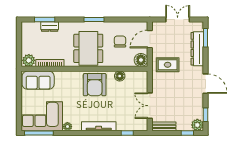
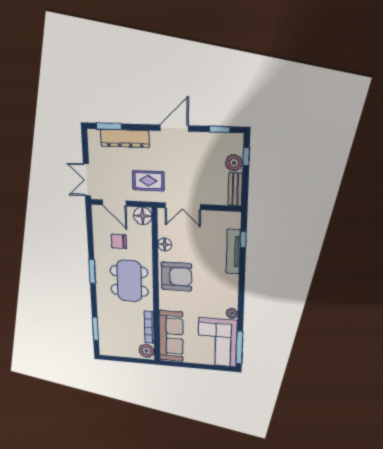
double door: (178, 20) -> (87, 180), moved
dresser: (50, 27) -> (104, 324), removed
dining table: (88, 48) -> (129, 281), turned 90
rug: (168, 65) -> (148, 181), turned 90
sofa: (38, 80) -> (171, 336), width x1.36
double door: (150, 106) -> (183, 206), moved
plant: (197, 125) -> (234, 163), moved
tv unit: (99, 126) -> (233, 252), moved

